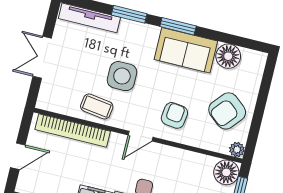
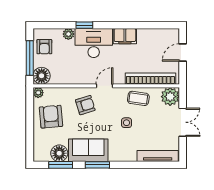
window: (129, 14) -> (61, 165), moved
side table: (122, 76) -> (127, 123), width x0.54, depth x0.54
plant: (51, 98) -> (170, 97), added
armchair: (227, 111) -> (51, 117), turned -45
armchair: (174, 115) -> (85, 105), turned -114

